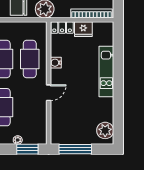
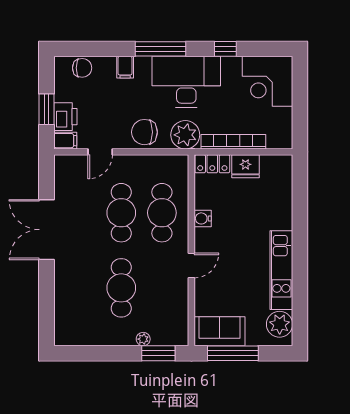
bookcase: (92, 13) -> (233, 142), moved
kitchen unit: (106, 71) -> (281, 270), moved
sofa: (67, 135) -> (220, 331), added

